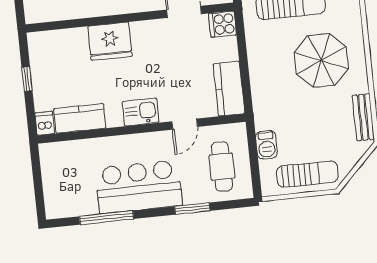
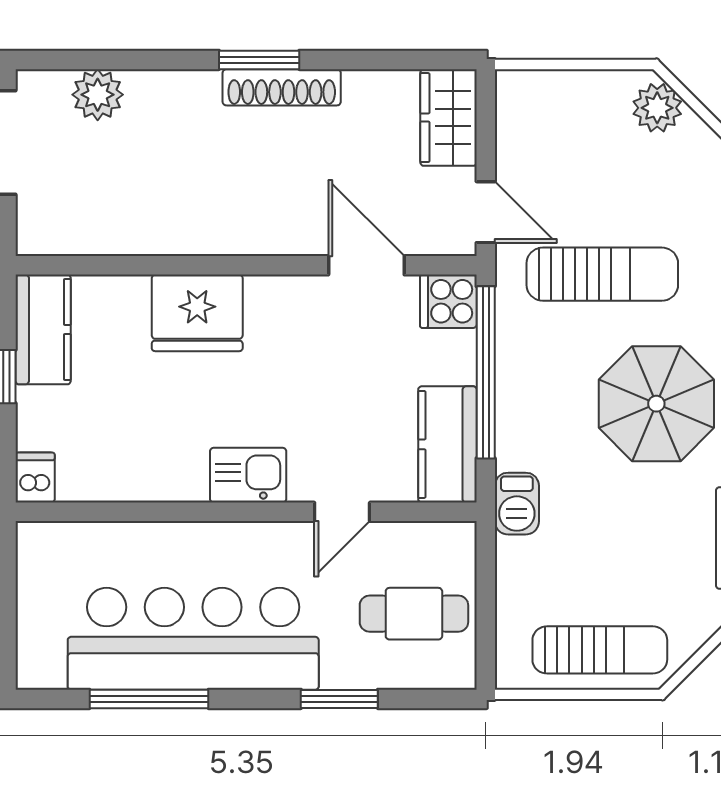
window: (243, 54) -> (486, 372), added
kitchen counter: (80, 118) -> (43, 329), moved, turned 90
barbecue: (266, 145) -> (517, 504), moved
cafe table: (222, 167) -> (414, 614), turned 90
bar counter: (139, 187) -> (193, 639), width x1.36

